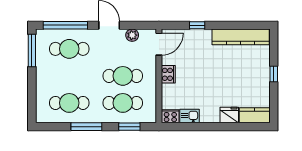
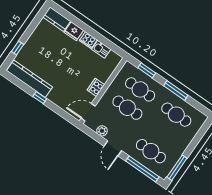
window: (197, 25) -> (40, 98), moved
window: (274, 74) -> (18, 48), moved
cooker: (170, 116) -> (88, 40), moved

